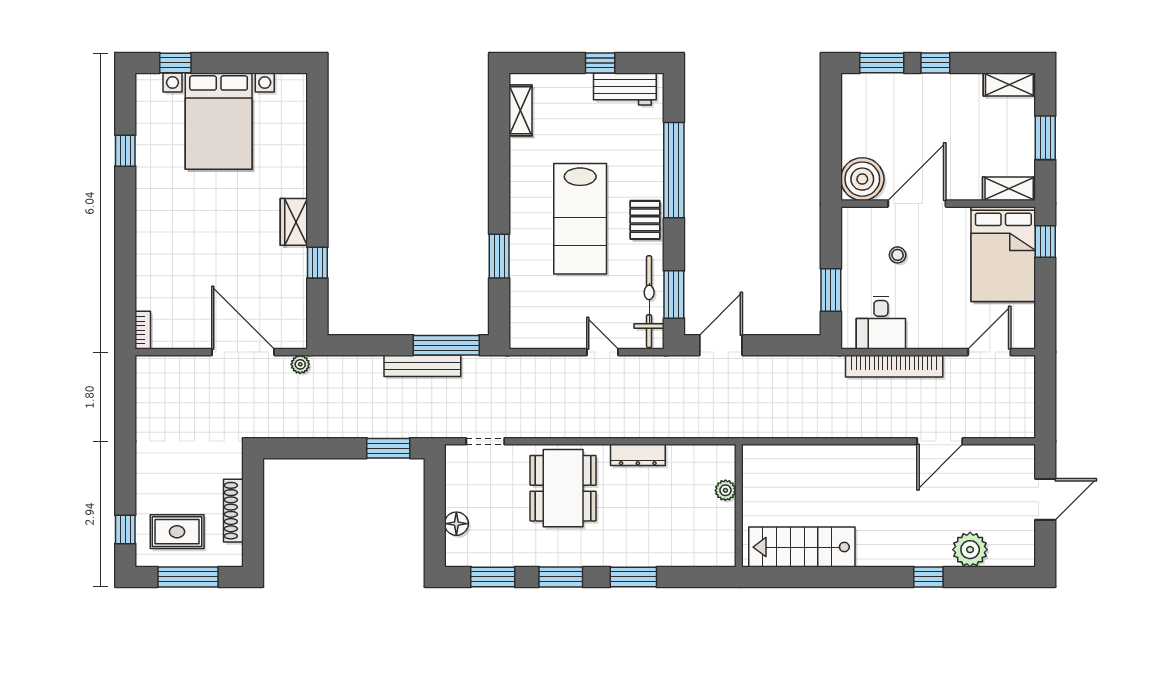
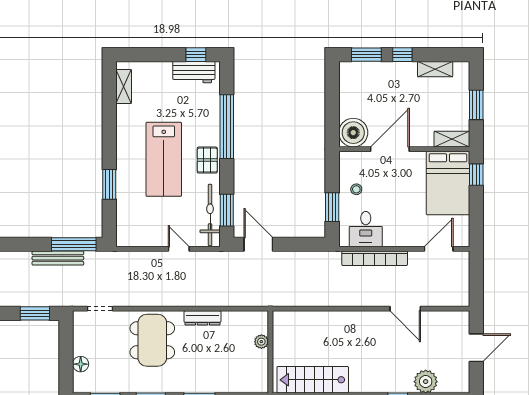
window: (600, 63) -> (196, 55), moved
shelving: (1009, 85) -> (435, 69), moved
stool: (898, 255) -> (356, 189), moved
door: (721, 345) -> (258, 244), hinge flipped
door: (940, 441) -> (405, 309), hinge flipped

